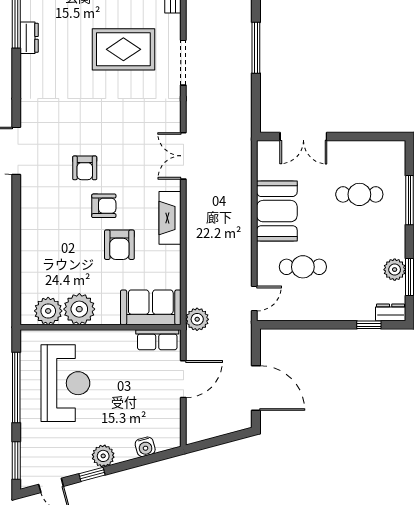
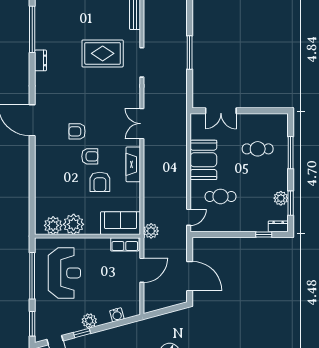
dresser: (29, 38) -> (41, 60), moved
armchair: (85, 168) -> (77, 131), turned 90

